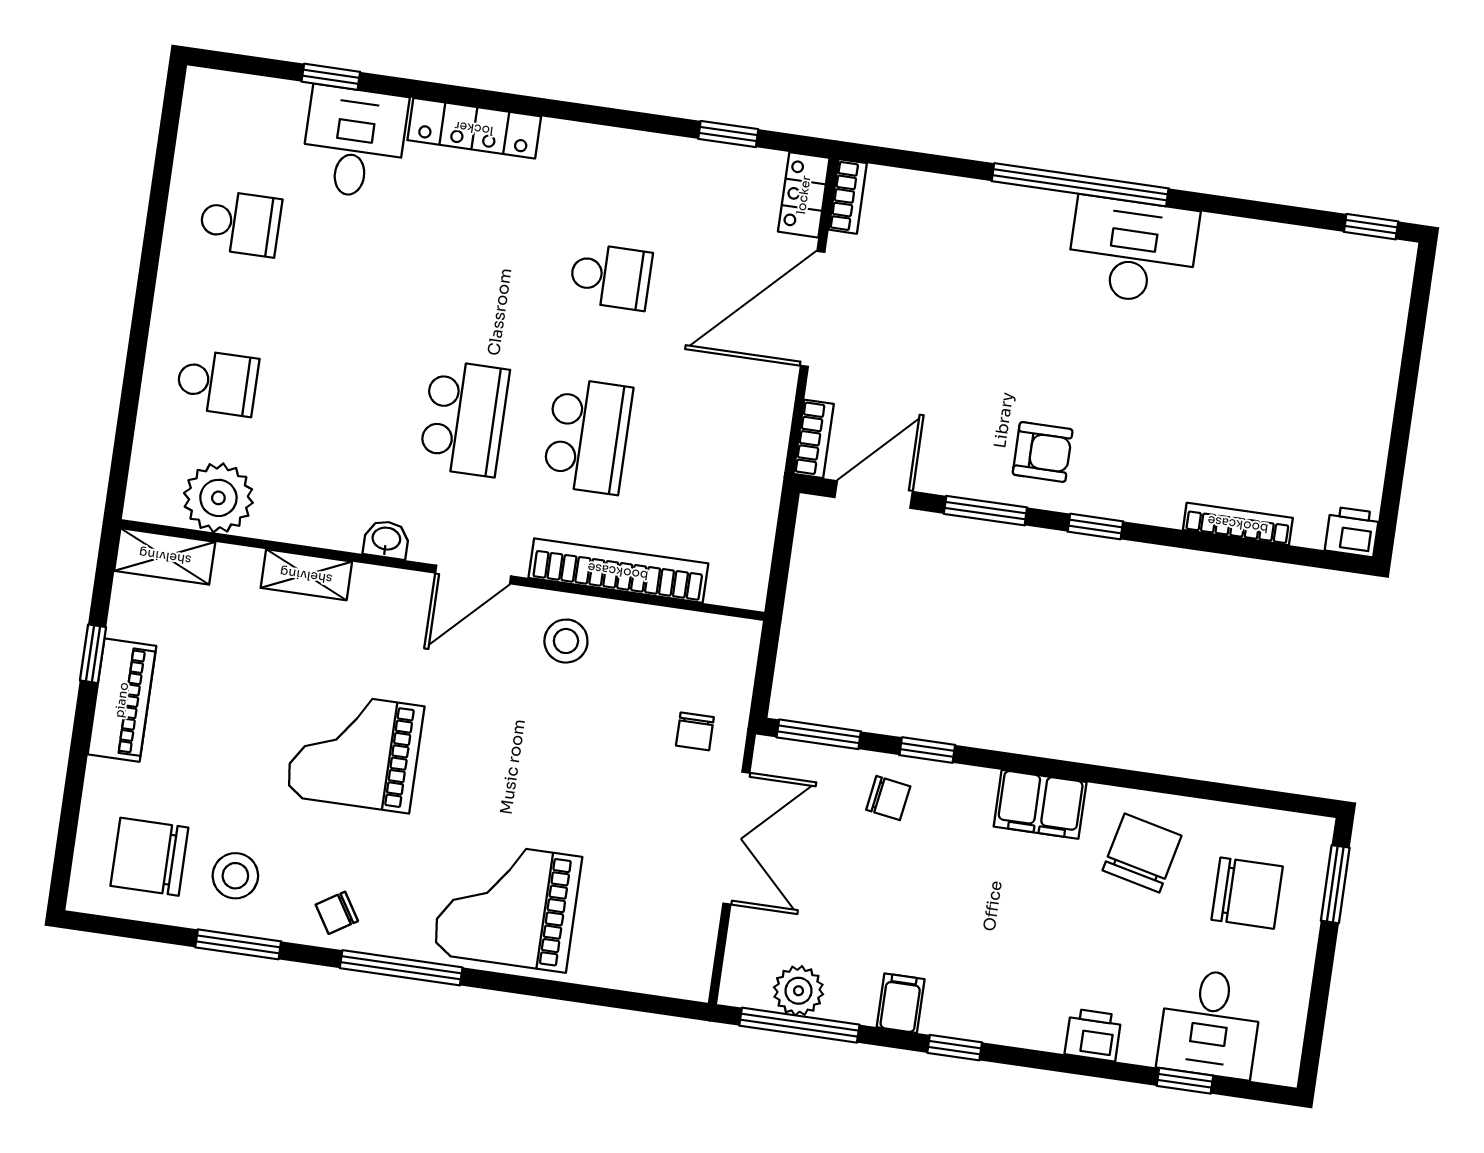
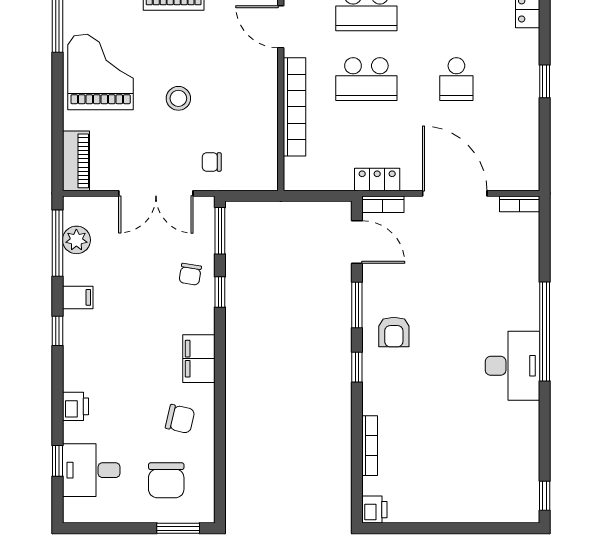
window: (728, 134) -> (545, 81), moved
locker: (804, 195) -> (377, 179), moved
stool: (566, 641) -> (178, 98), moved
chair: (1142, 853) -> (180, 419), width x0.73, depth x0.73
piano: (658, 971) -> (76, 161), added

